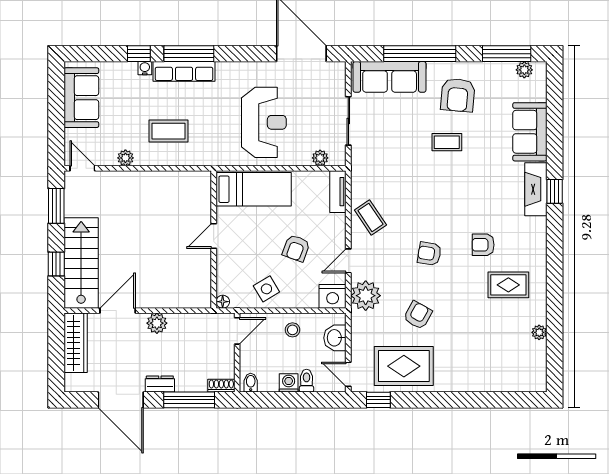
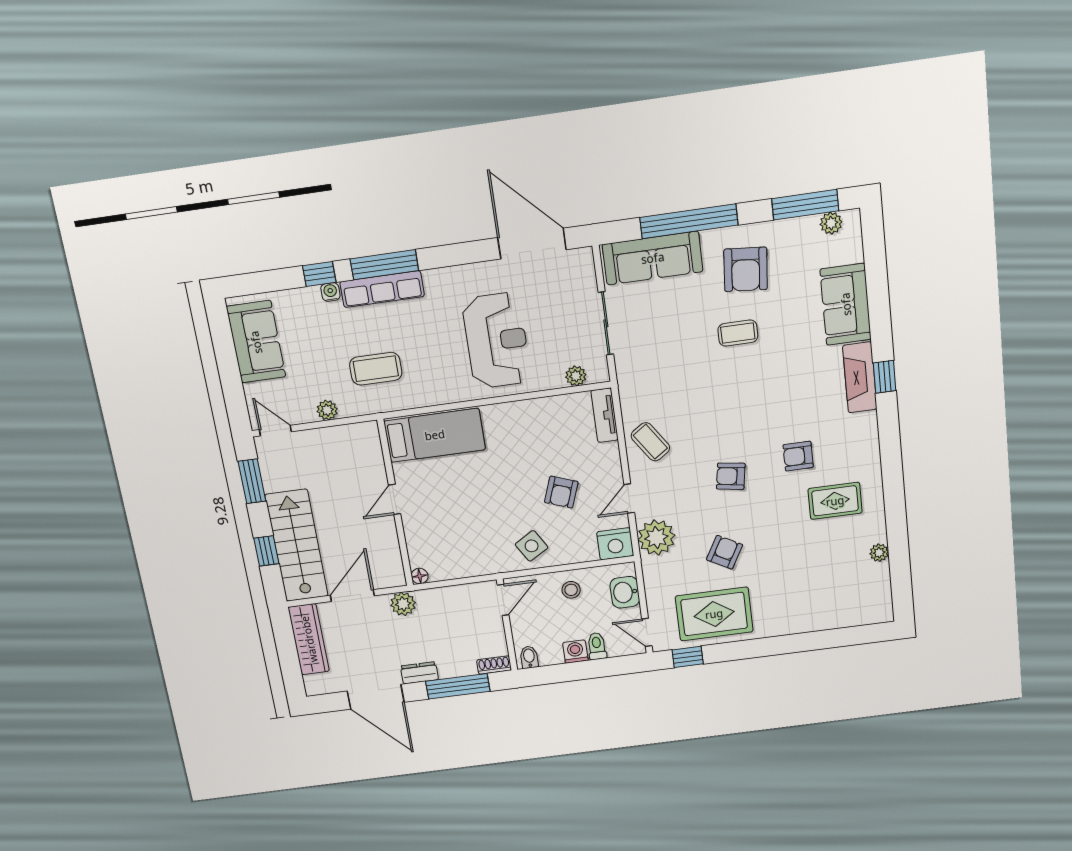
bed: (254, 189) -> (435, 435), moved
door: (214, 236) -> (395, 499), moved
wall: (214, 239) -> (395, 504), moved
floor lamp: (223, 302) -> (420, 576), moved

